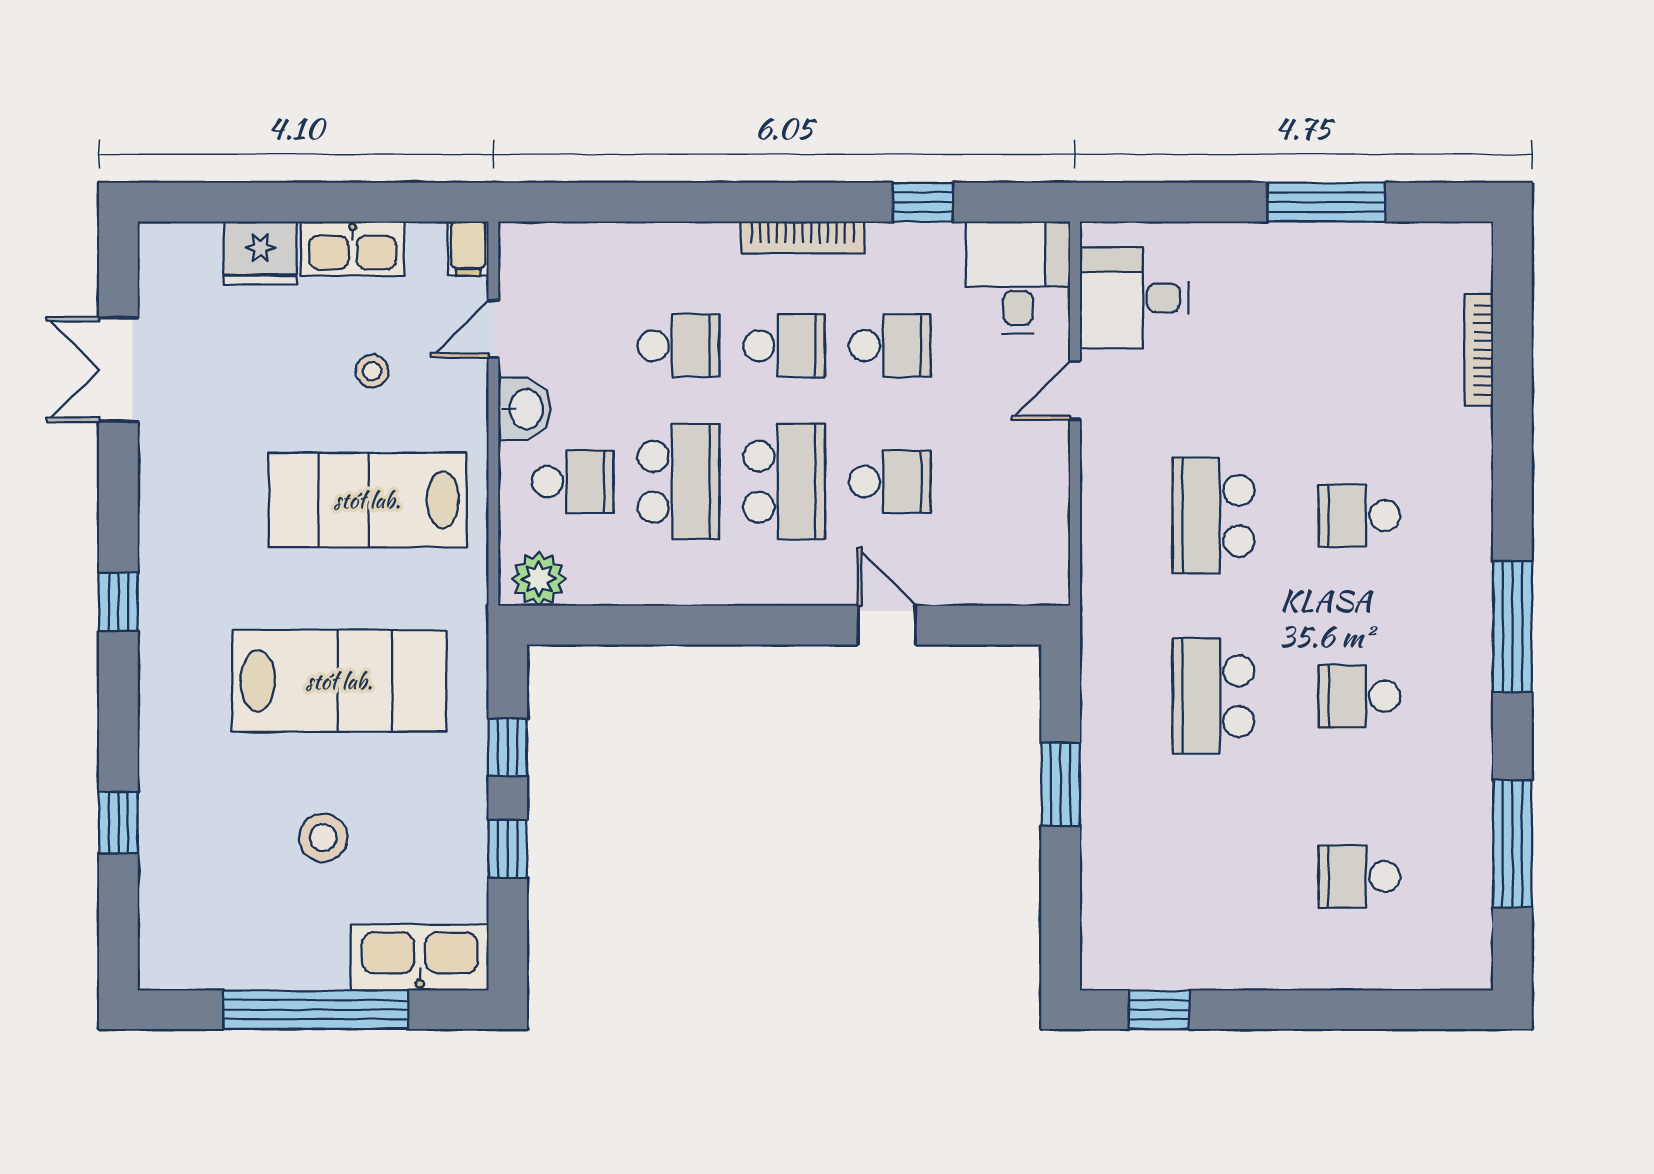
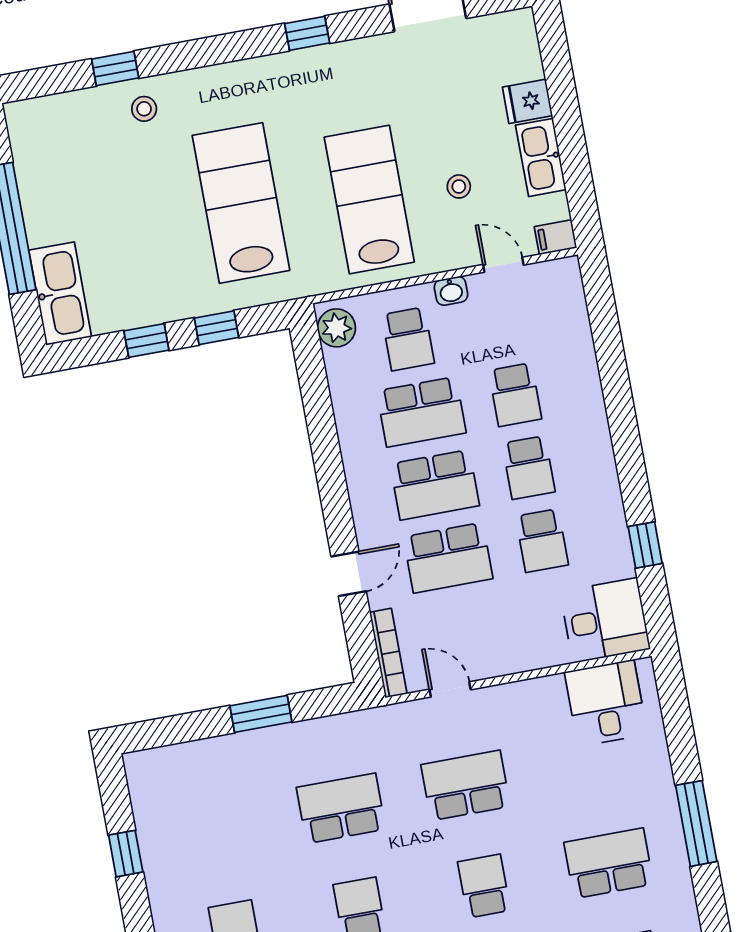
bookcase: (803, 237) -> (388, 653), moved, turned 180
fridge: (260, 253) -> (527, 101), width x0.72
school desk: (1359, 335) -> (609, 863), added
door: (1075, 390) -> (450, 689), moved
washbasin: (525, 409) -> (451, 291), width x0.72, depth x0.69
school desk: (890, 482) -> (448, 558), width x1.85
window: (118, 602) -> (307, 33), moved
lab bench: (339, 681) -> (241, 203), turned 180
stool: (323, 838) -> (144, 109), moved, width x0.73, depth x0.73
window: (1159, 1010) -> (126, 854), moved

